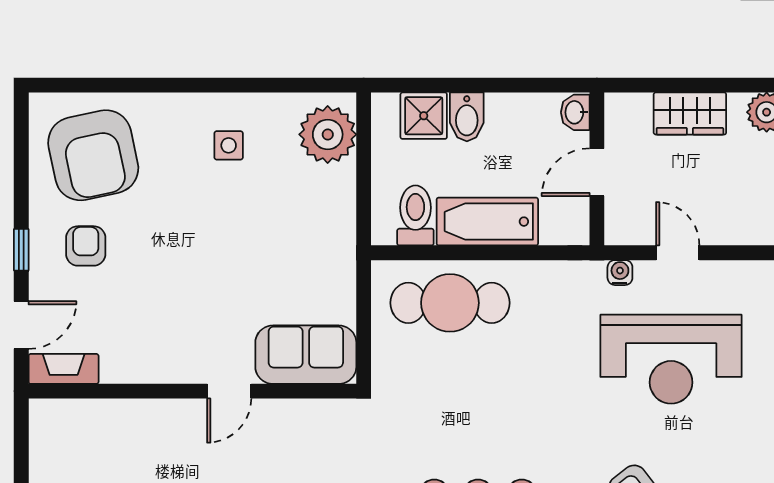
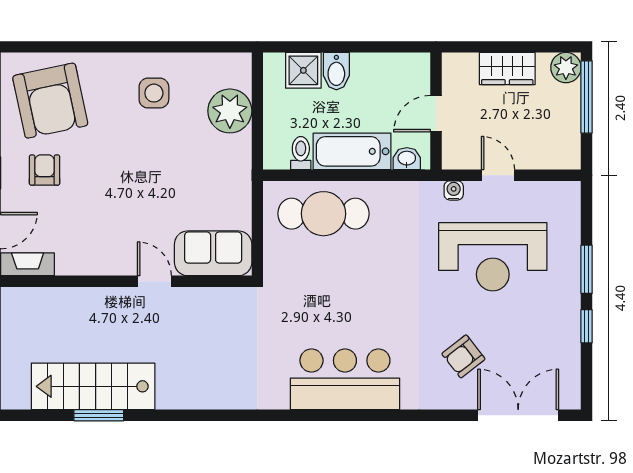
washbasin: (575, 112) -> (407, 159), moved, turned 90
plant: (328, 134) -> (230, 111), moved
side table: (229, 145) -> (154, 93), width x1.37, depth x1.37
toilet: (415, 215) -> (301, 153), width x0.73, depth x0.72
door: (229, 391) -> (154, 281), swing flipped

